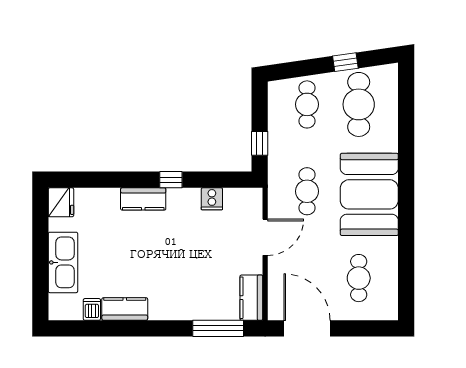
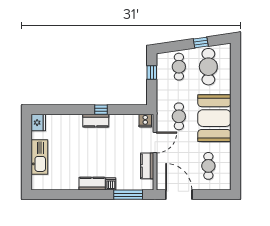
window: (260, 143) -> (152, 73), moved
kitchen counter: (143, 199) -> (96, 121), moved
cooker: (212, 199) -> (145, 121), moved
kitchen counter: (251, 298) -> (147, 166), moved
dishwasher: (92, 309) -> (111, 184), moved
kitchen counter: (125, 309) -> (92, 184), moved

